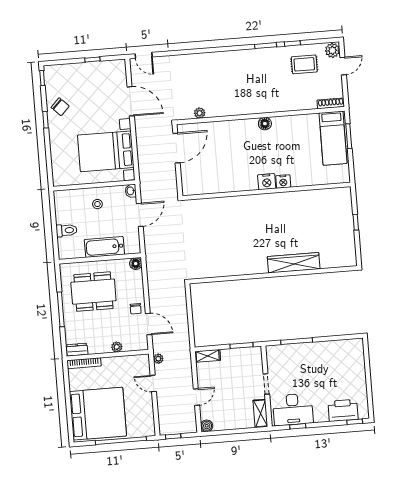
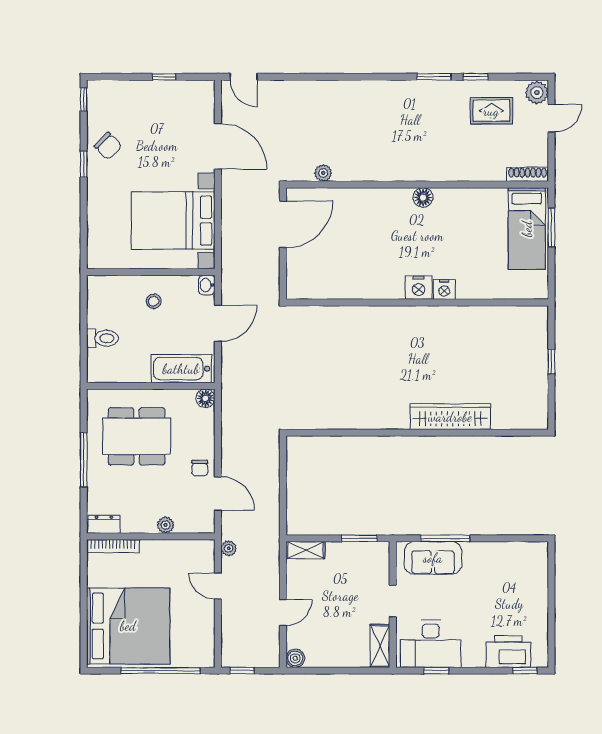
bathtub: (104, 247) -> (181, 369), moved
sofa: (290, 354) -> (433, 558), added

